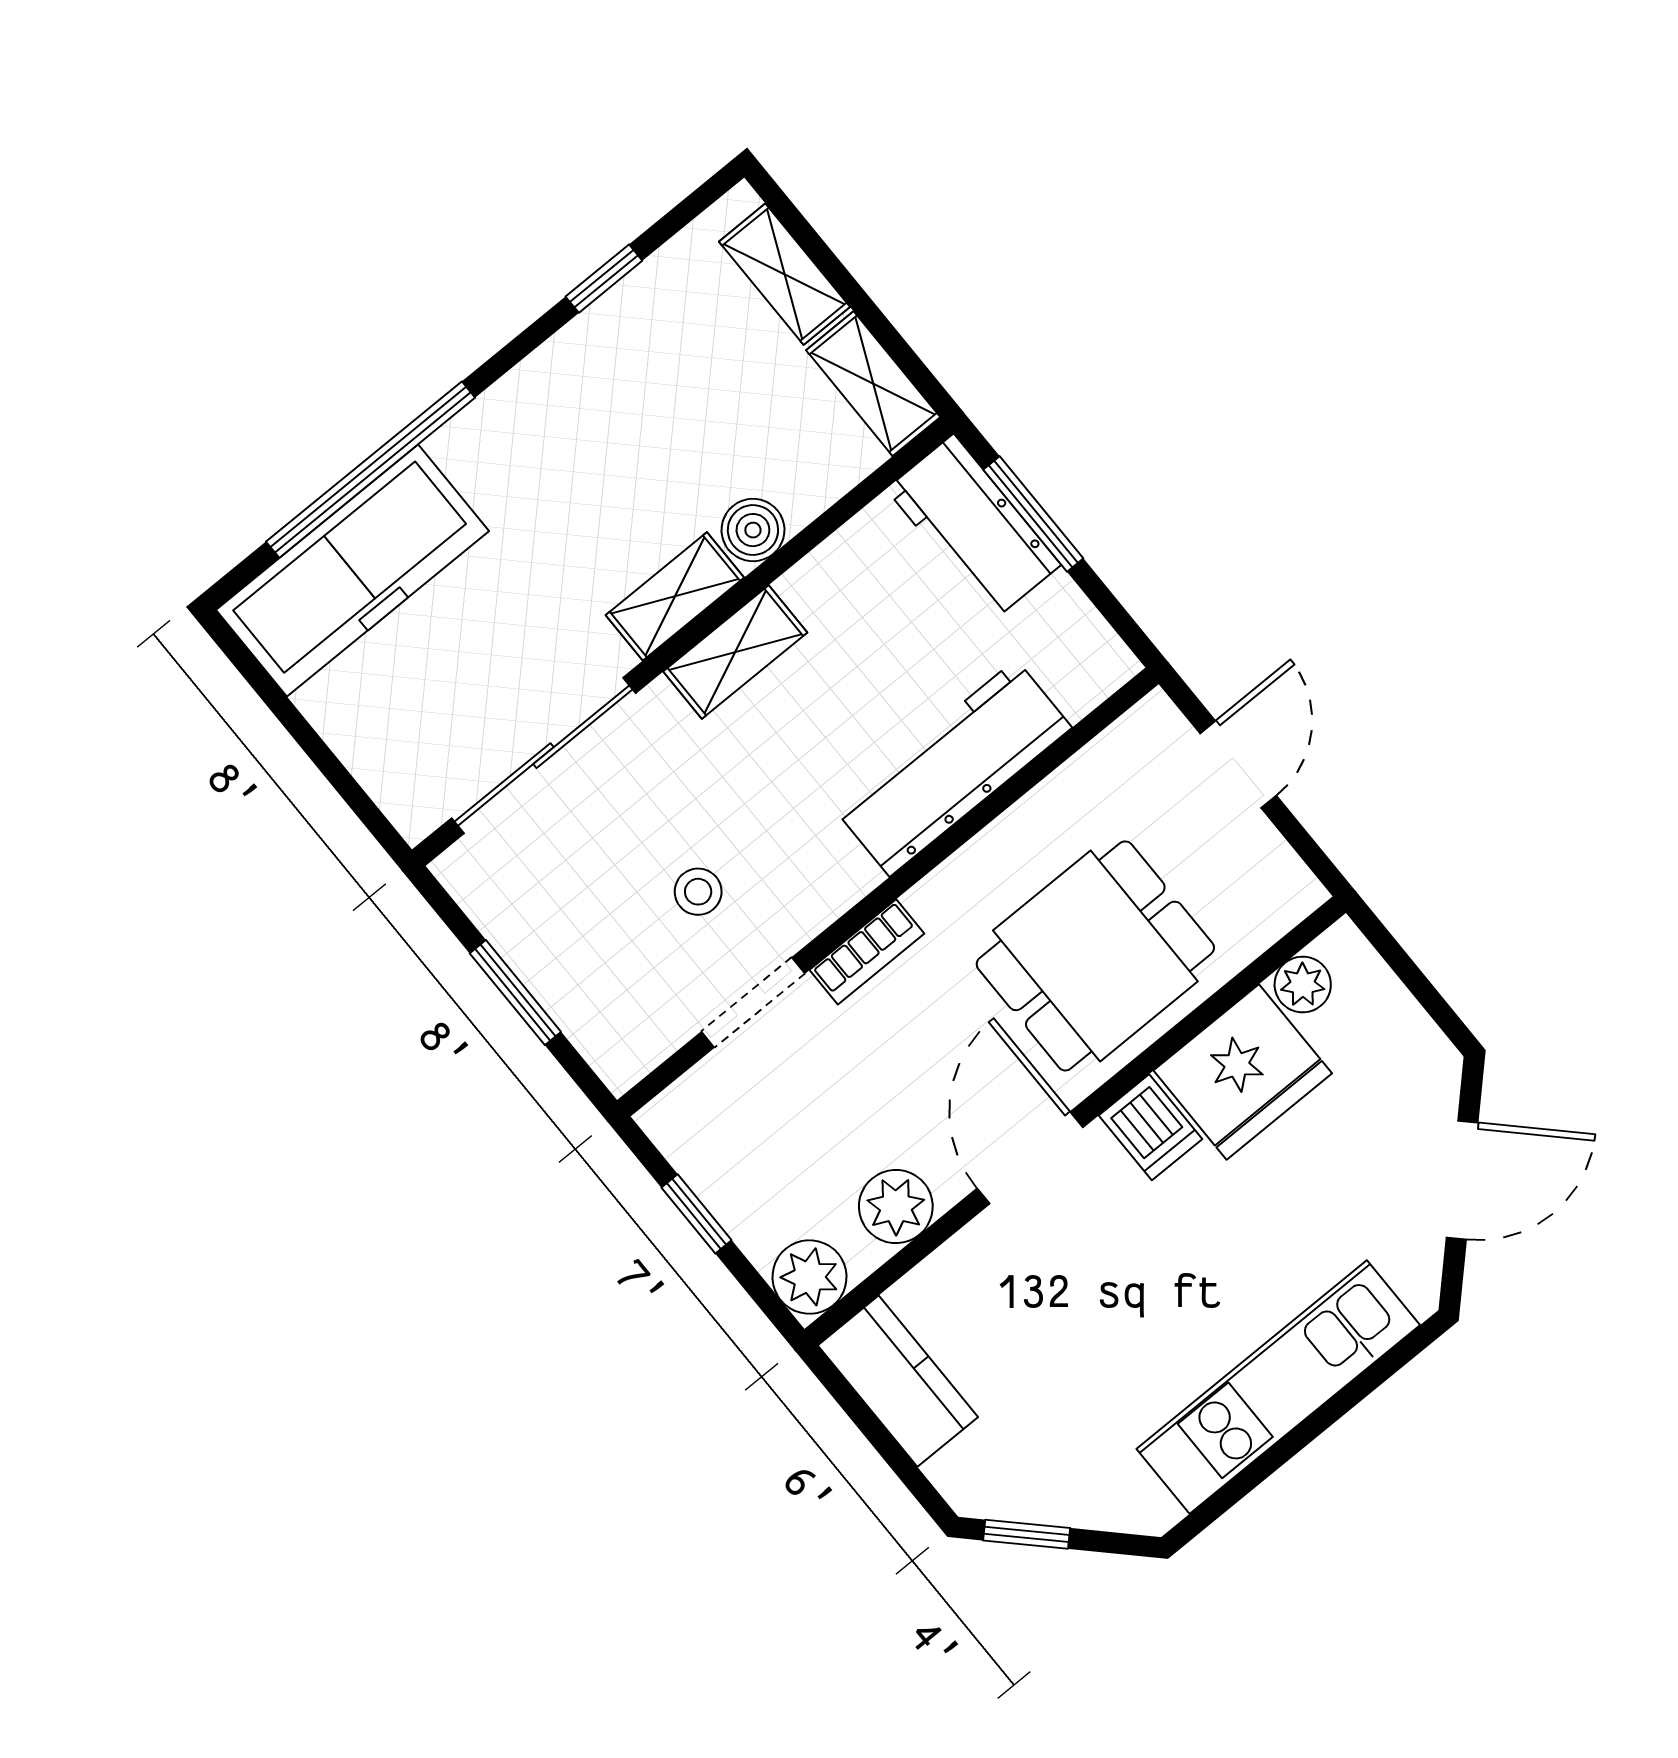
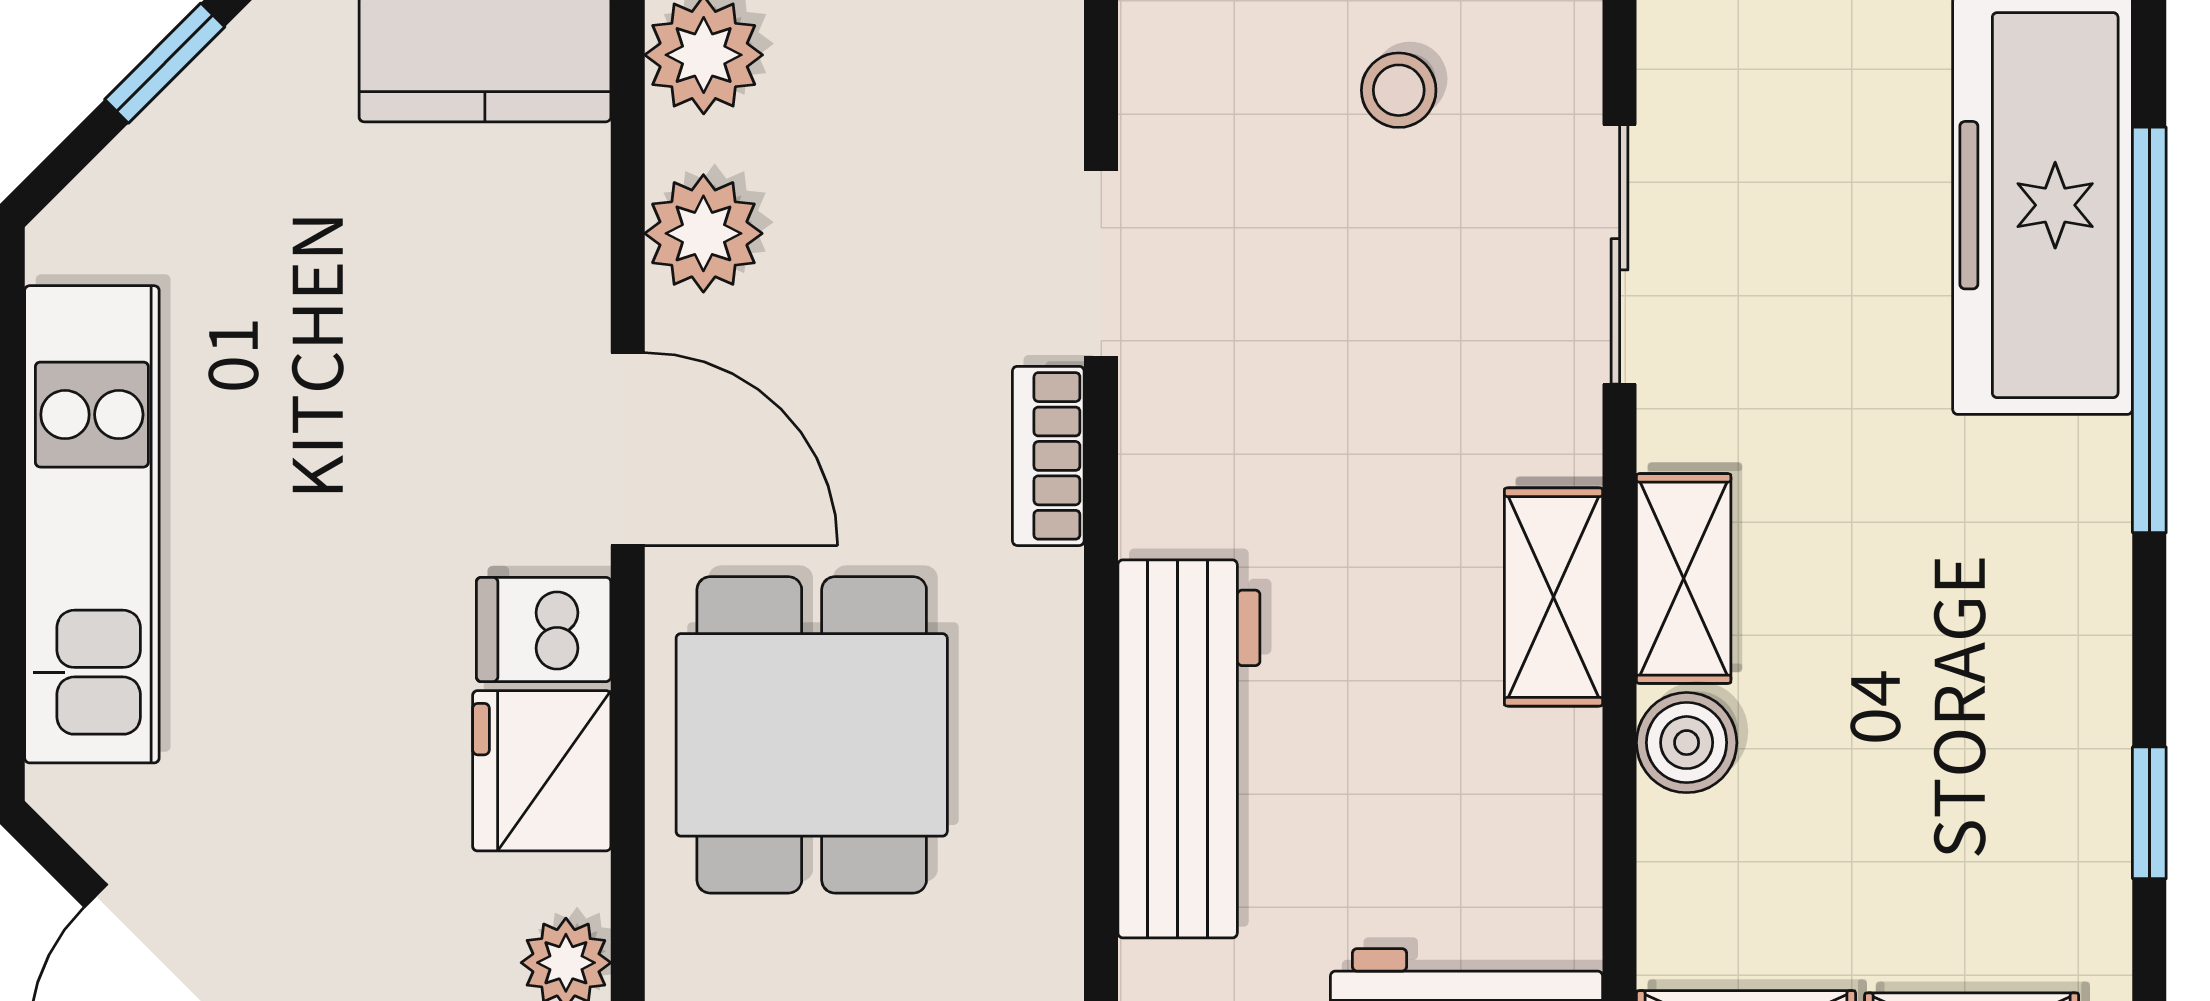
sliding door: (544, 756) -> (1620, 254), width x0.73
stool: (698, 892) -> (1399, 90), moved
fridge: (1243, 1072) -> (542, 771), width x0.73, depth x0.75

